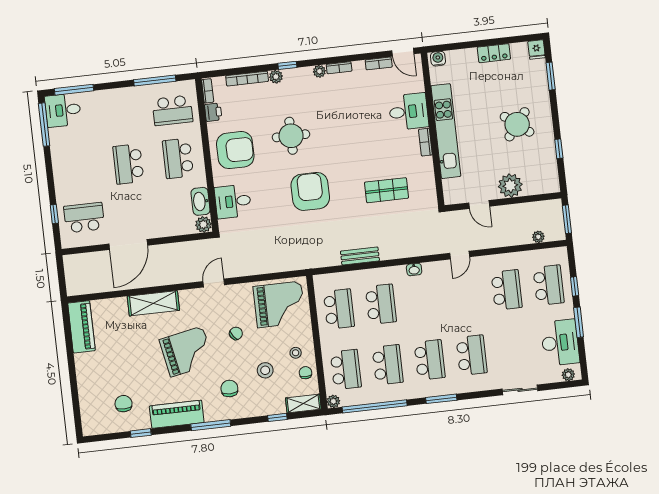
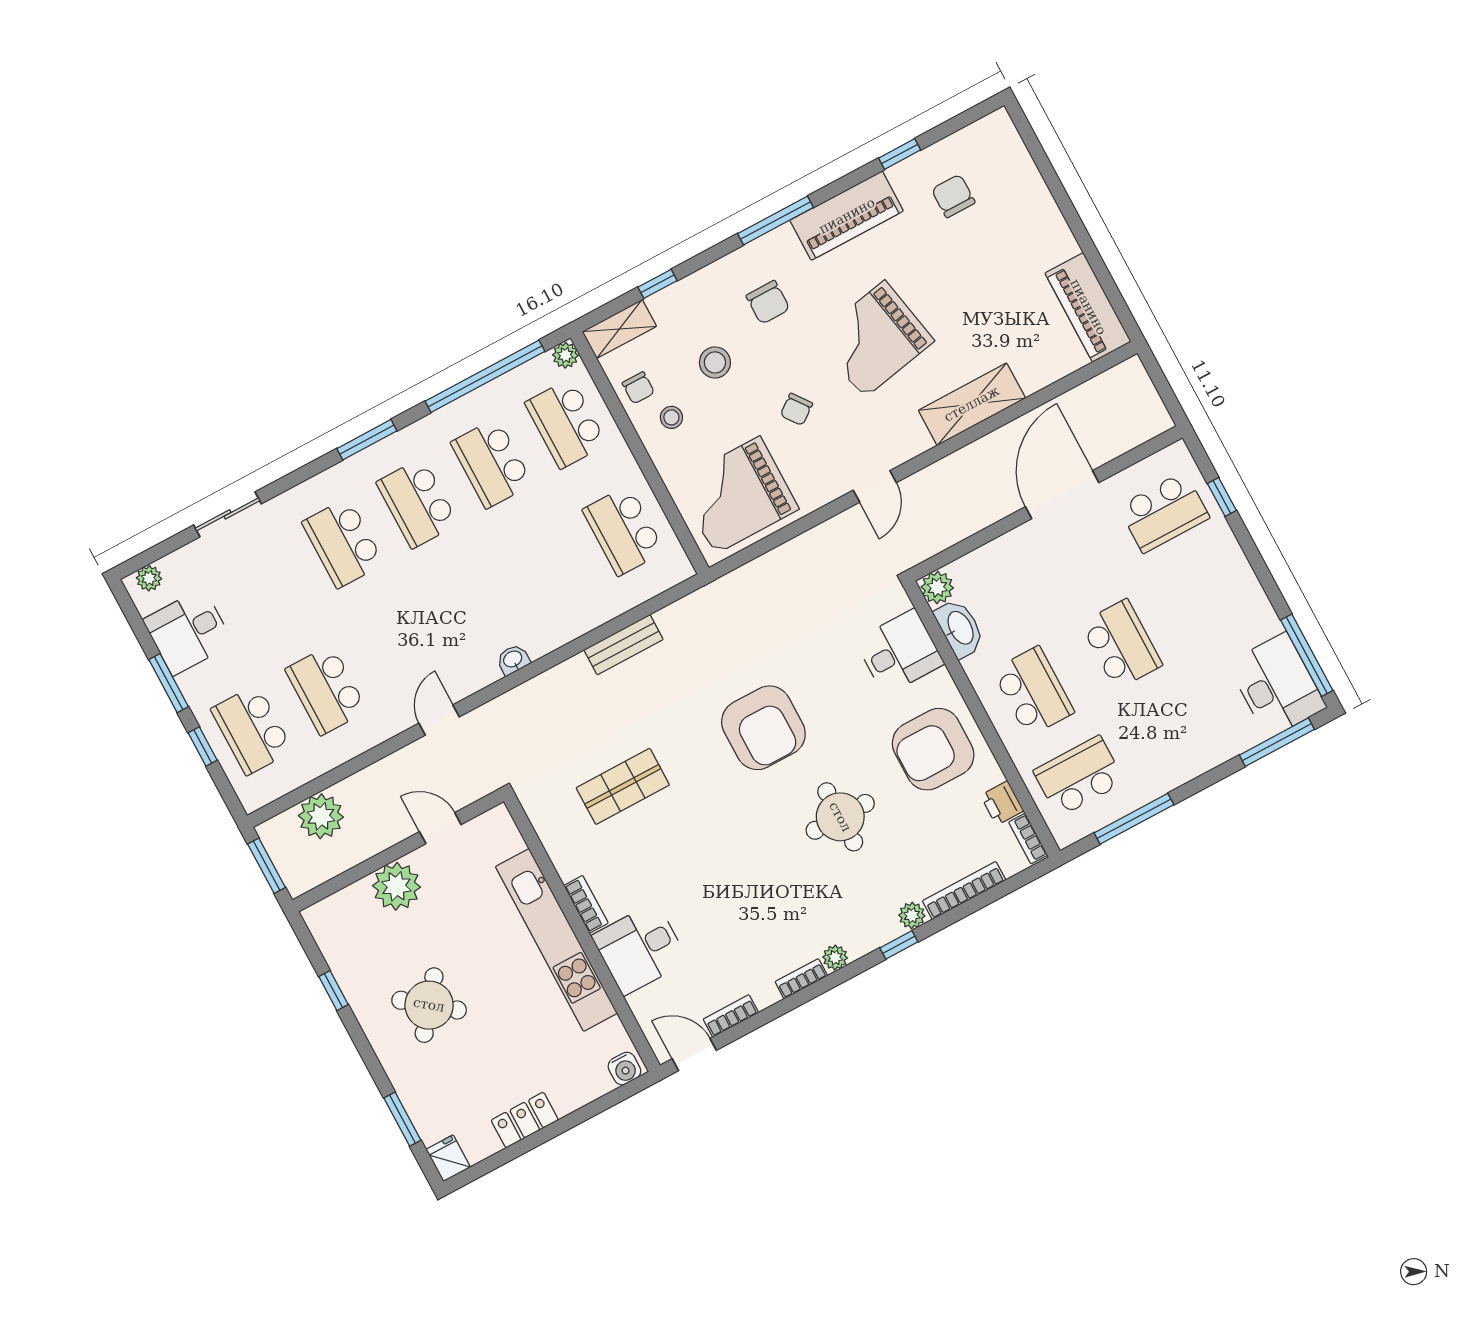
desk: (63, 110) -> (1277, 685), width x1.37
plant: (538, 237) -> (321, 816), width x1.87, depth x1.87
school desk: (381, 304) -> (549, 570), removed
desk: (560, 343) -> (188, 632), width x0.73
chair: (124, 404) -> (953, 196), turned 180

